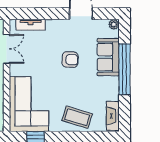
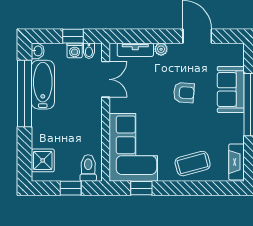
plant: (114, 24) -> (161, 49), moved
coffee table: (77, 117) -> (193, 164), turned -32

